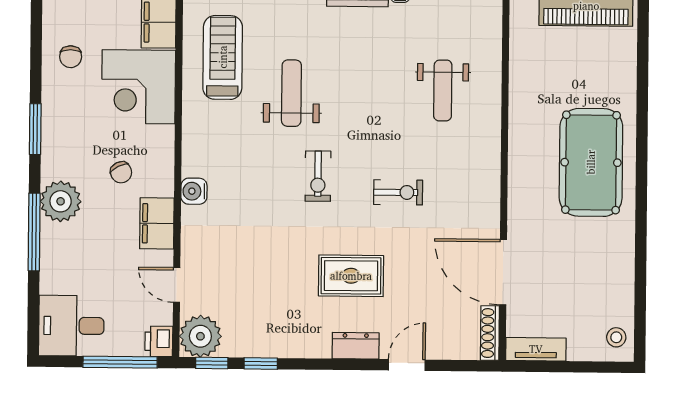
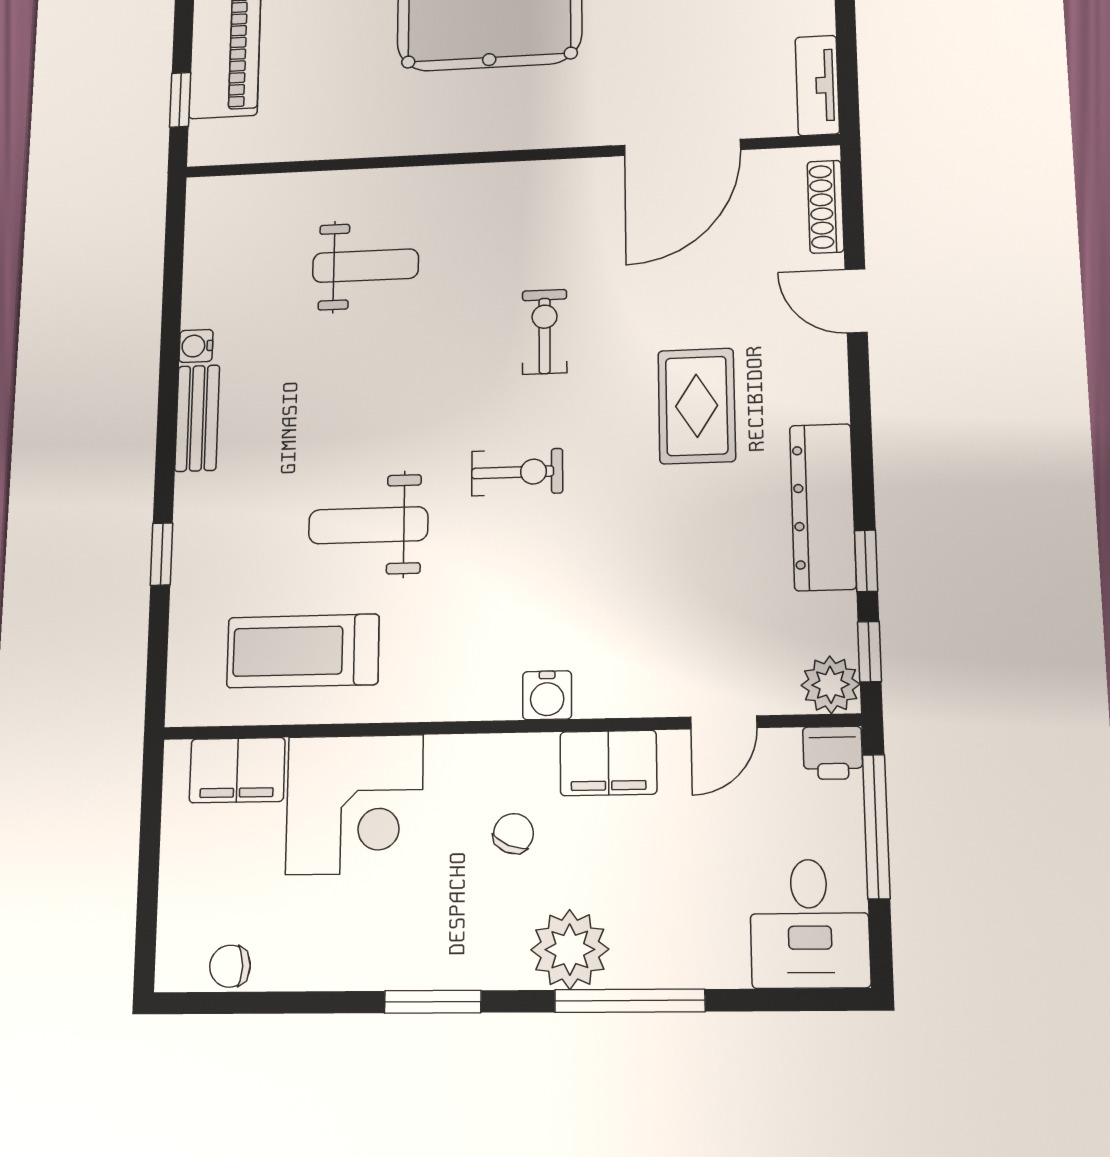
chair: (71, 57) -> (230, 966), moved, turned 180
chair: (121, 172) -> (513, 833), turned -40
shoe rack: (490, 333) -> (826, 207), moved, turned 90
plant: (200, 336) -> (831, 685), width x0.73, depth x0.73
dresser: (356, 346) -> (823, 507), moved, width x1.96, depth x1.24

